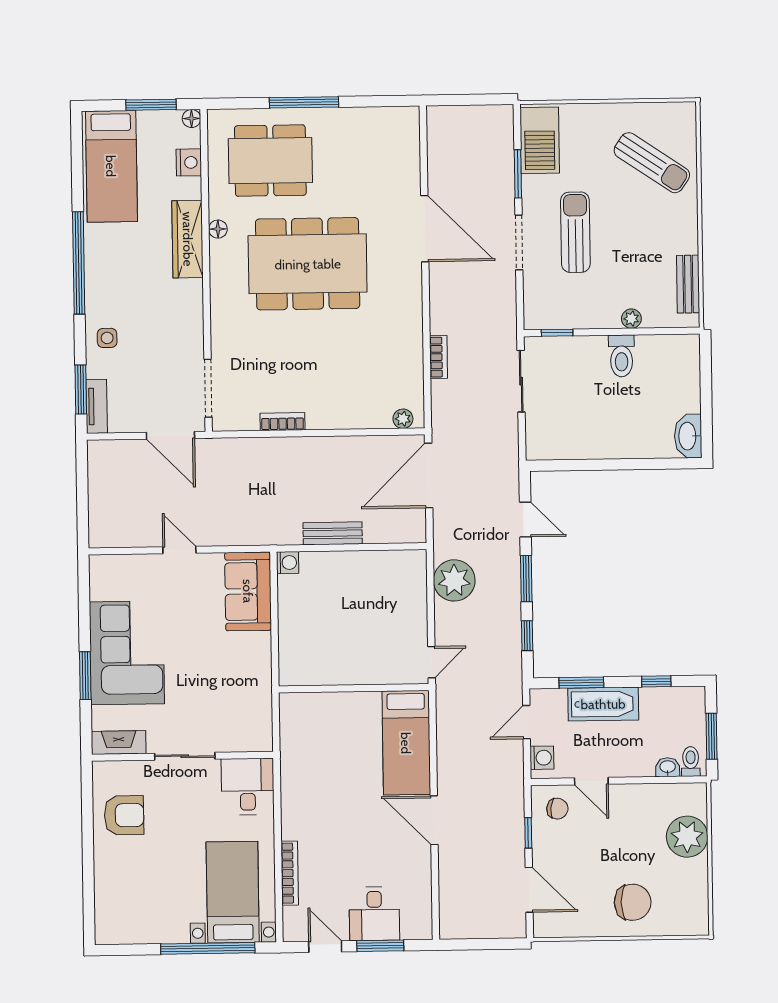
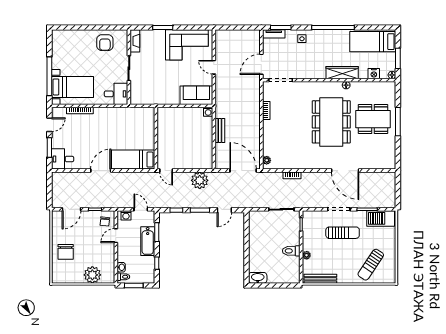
dining table: (270, 161) -> (373, 119), moved, turned 90
door: (425, 229) -> (345, 171), hinge flipped
bench: (688, 284) -> (320, 279), width x1.36
door: (179, 550) -> (214, 67), swing flipped
corner sofa: (127, 653) -> (187, 45), moved
desk: (374, 914) -> (63, 159), moved

